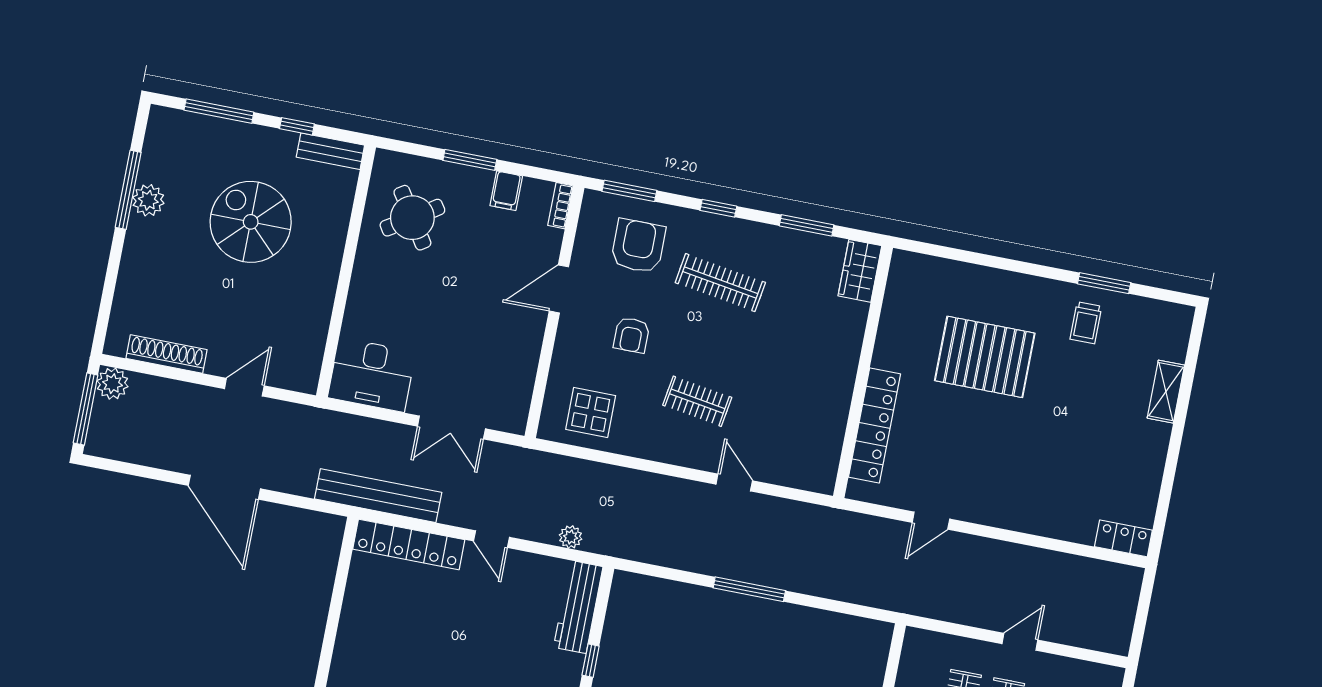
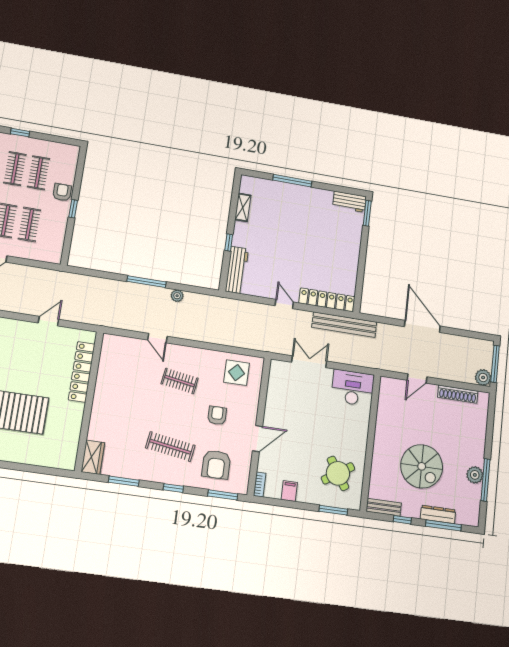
dresser: (227, 132) -> (438, 514), added
window: (470, 160) -> (333, 510), moved
plant: (571, 537) -> (177, 296), moved

